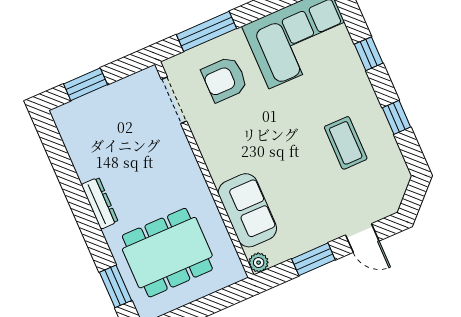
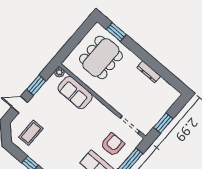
window: (86, 84) -> (163, 123), moved
coffee table: (346, 143) -> (31, 133), moved, turned 90
dresser: (100, 203) -> (149, 72), moved

